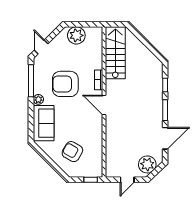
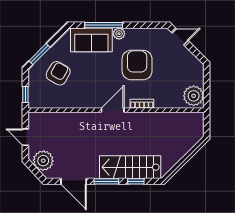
plant: (76, 35) -> (194, 96), moved
stairs: (115, 53) -> (130, 167), moved, turned 180
window: (31, 81) -> (104, 25), moved
window: (56, 168) -> (40, 54), added

